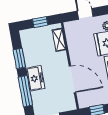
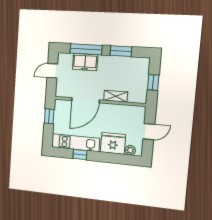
shelving: (59, 40) -> (116, 96), moved
freezer: (35, 78) -> (85, 62), moved

